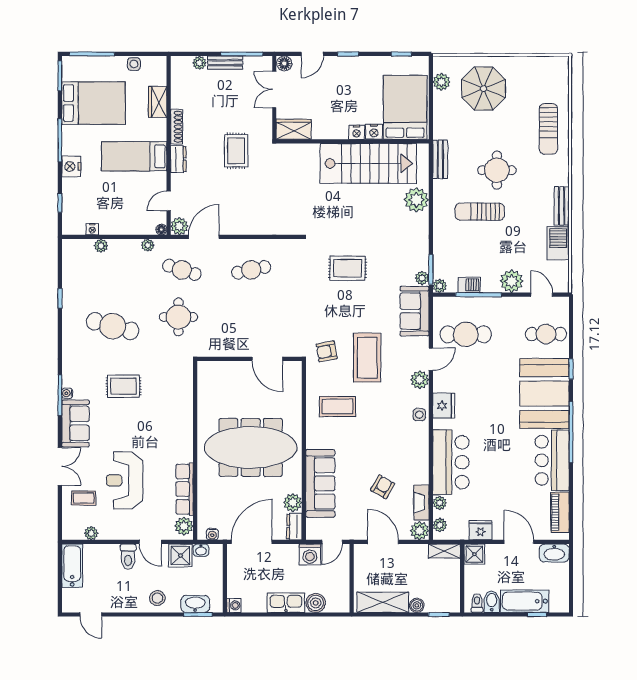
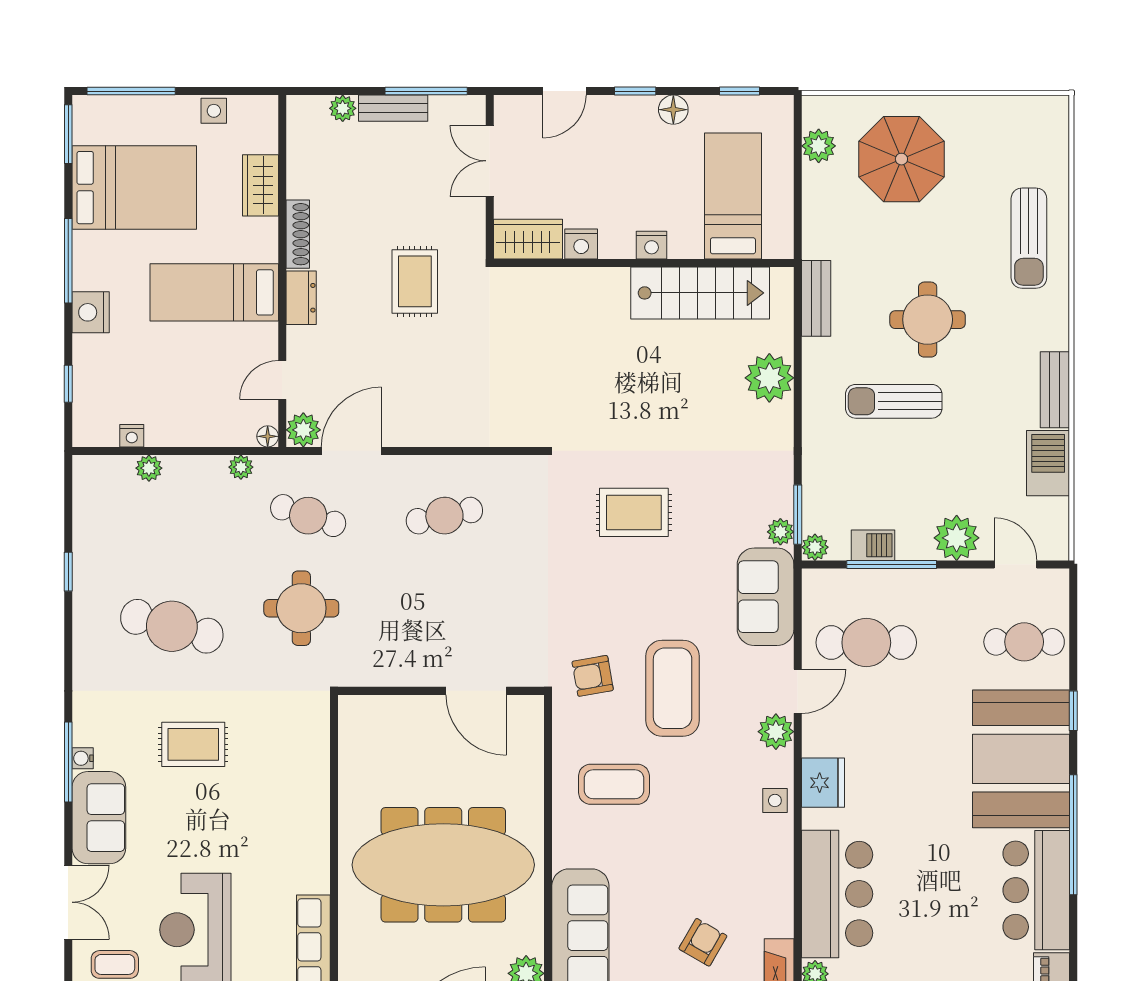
floor lamp: (284, 63) -> (673, 110), moved
bed: (405, 107) -> (733, 196), width x0.67
nightstand: (374, 132) -> (581, 244), moved
stairs: (368, 163) -> (700, 293), width x0.73, depth x0.66

